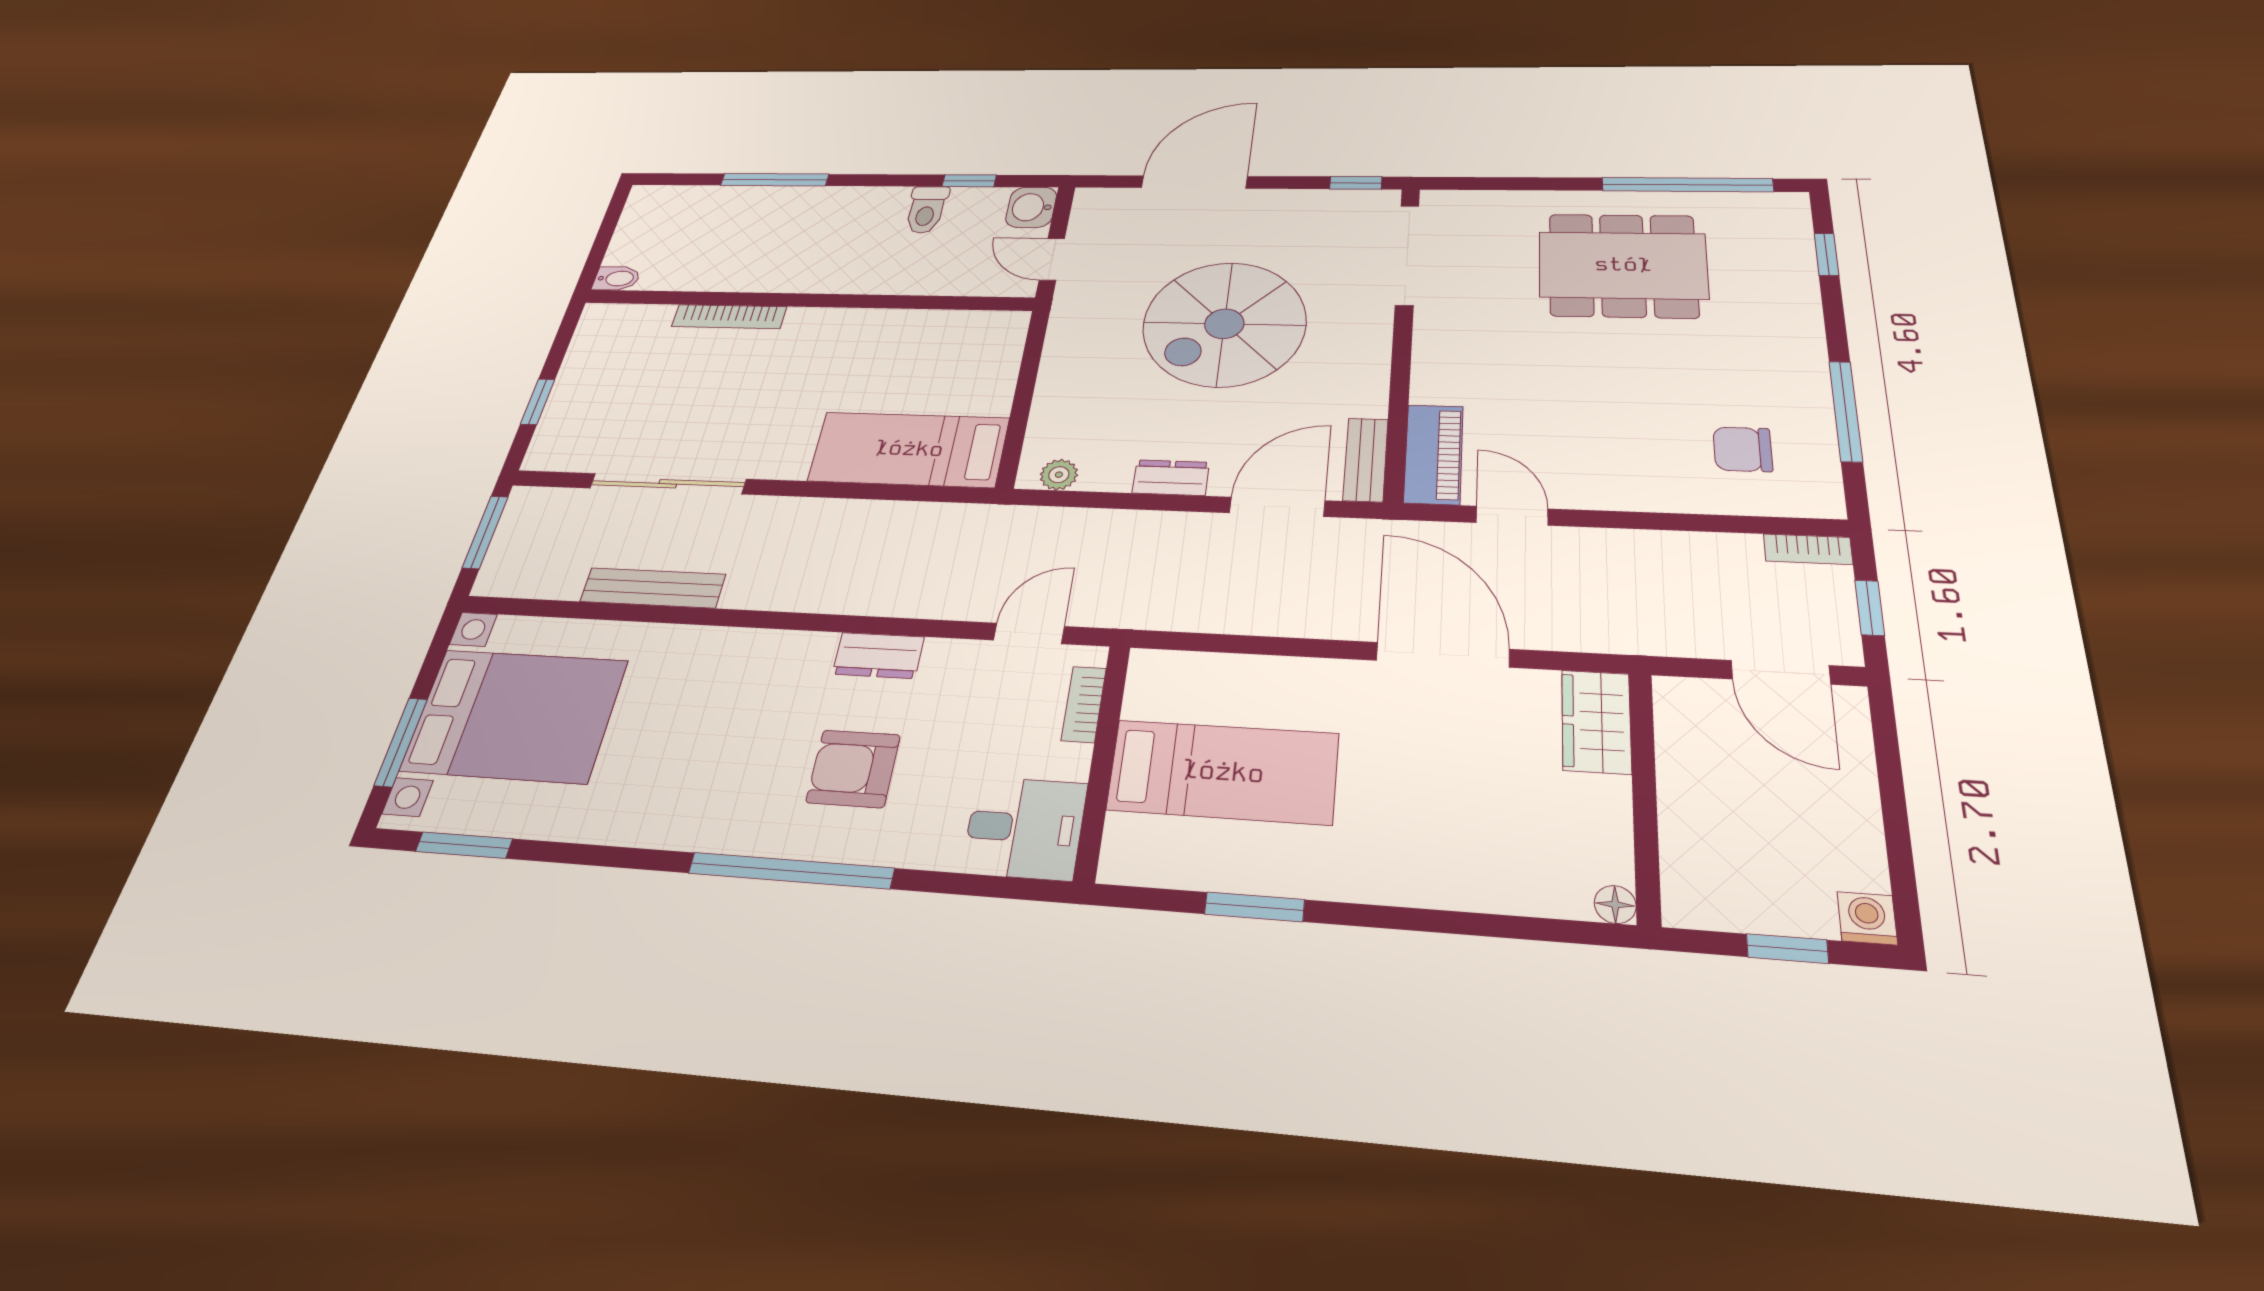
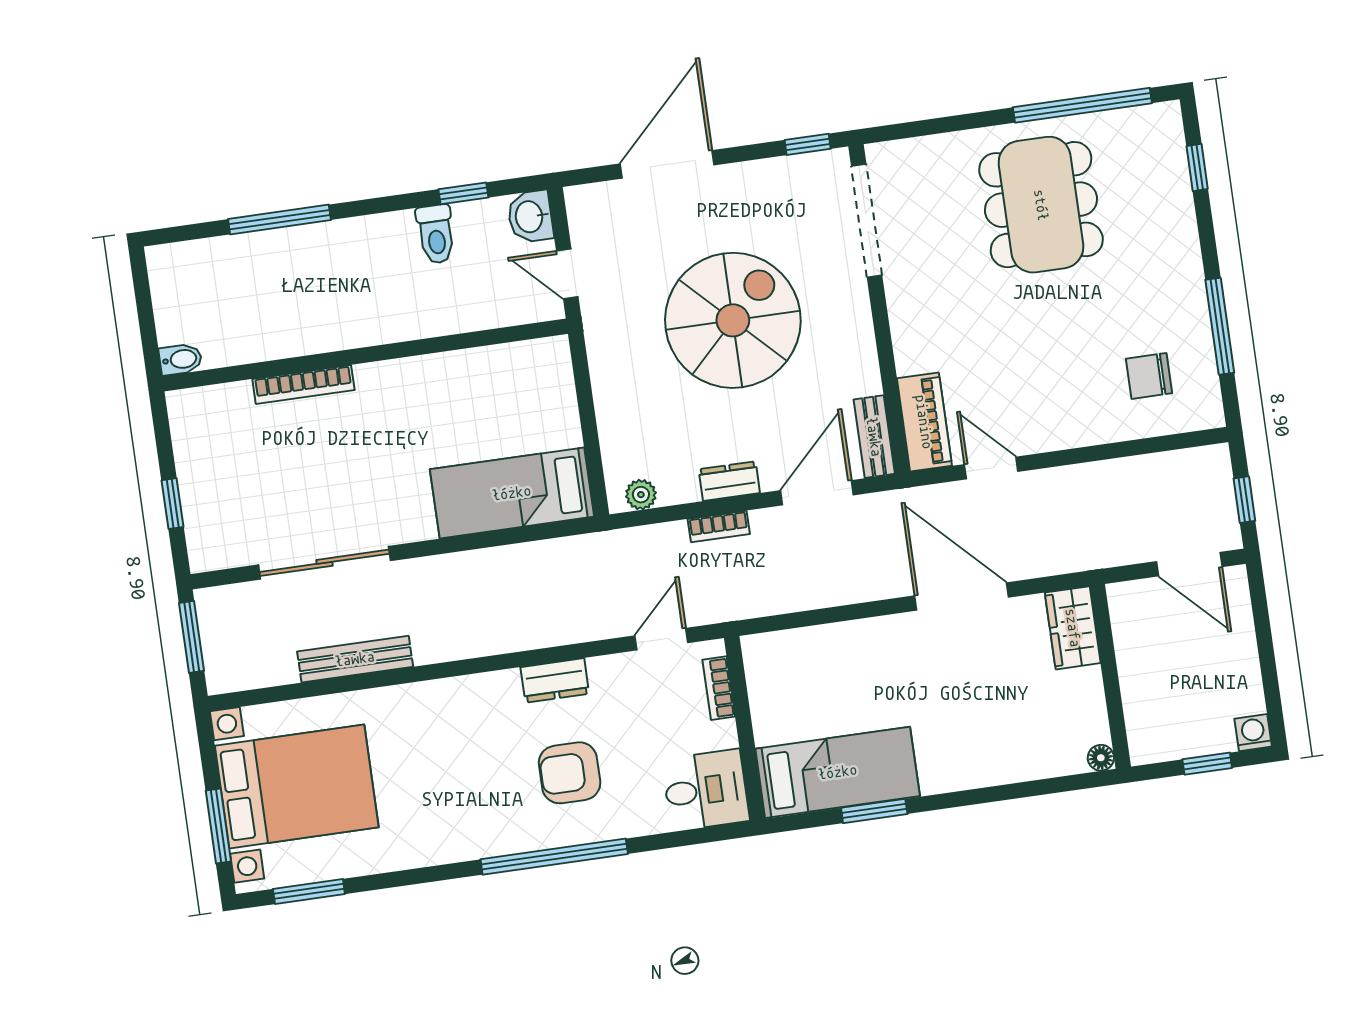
dining table: (1623, 265) -> (1041, 205), turned 90
spiral stairs: (1224, 324) -> (733, 320), turned 180
bookcase: (1808, 549) -> (719, 526), moved
bed: (1223, 772) -> (838, 772), moved

